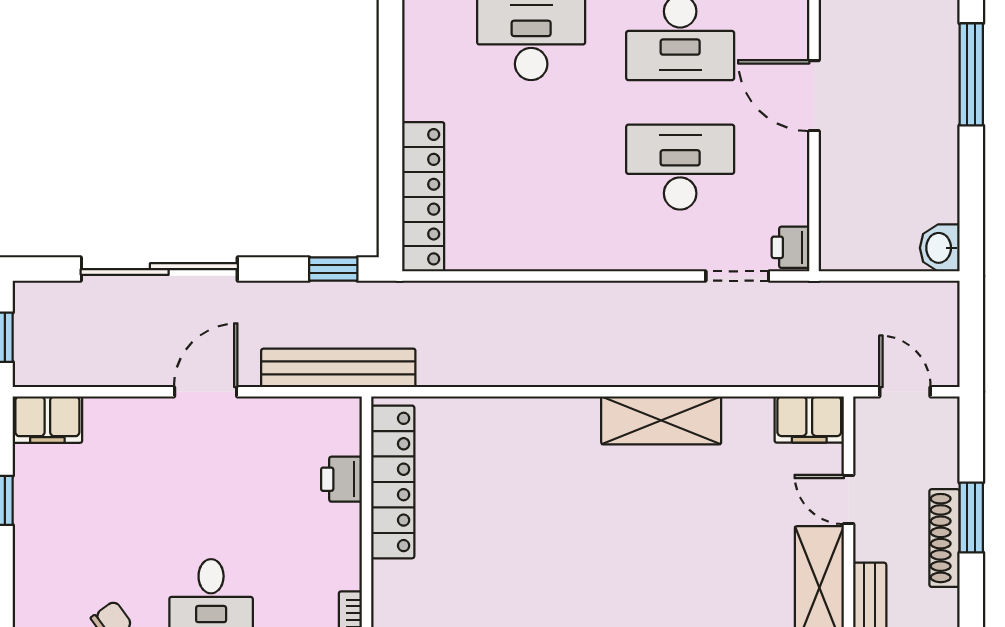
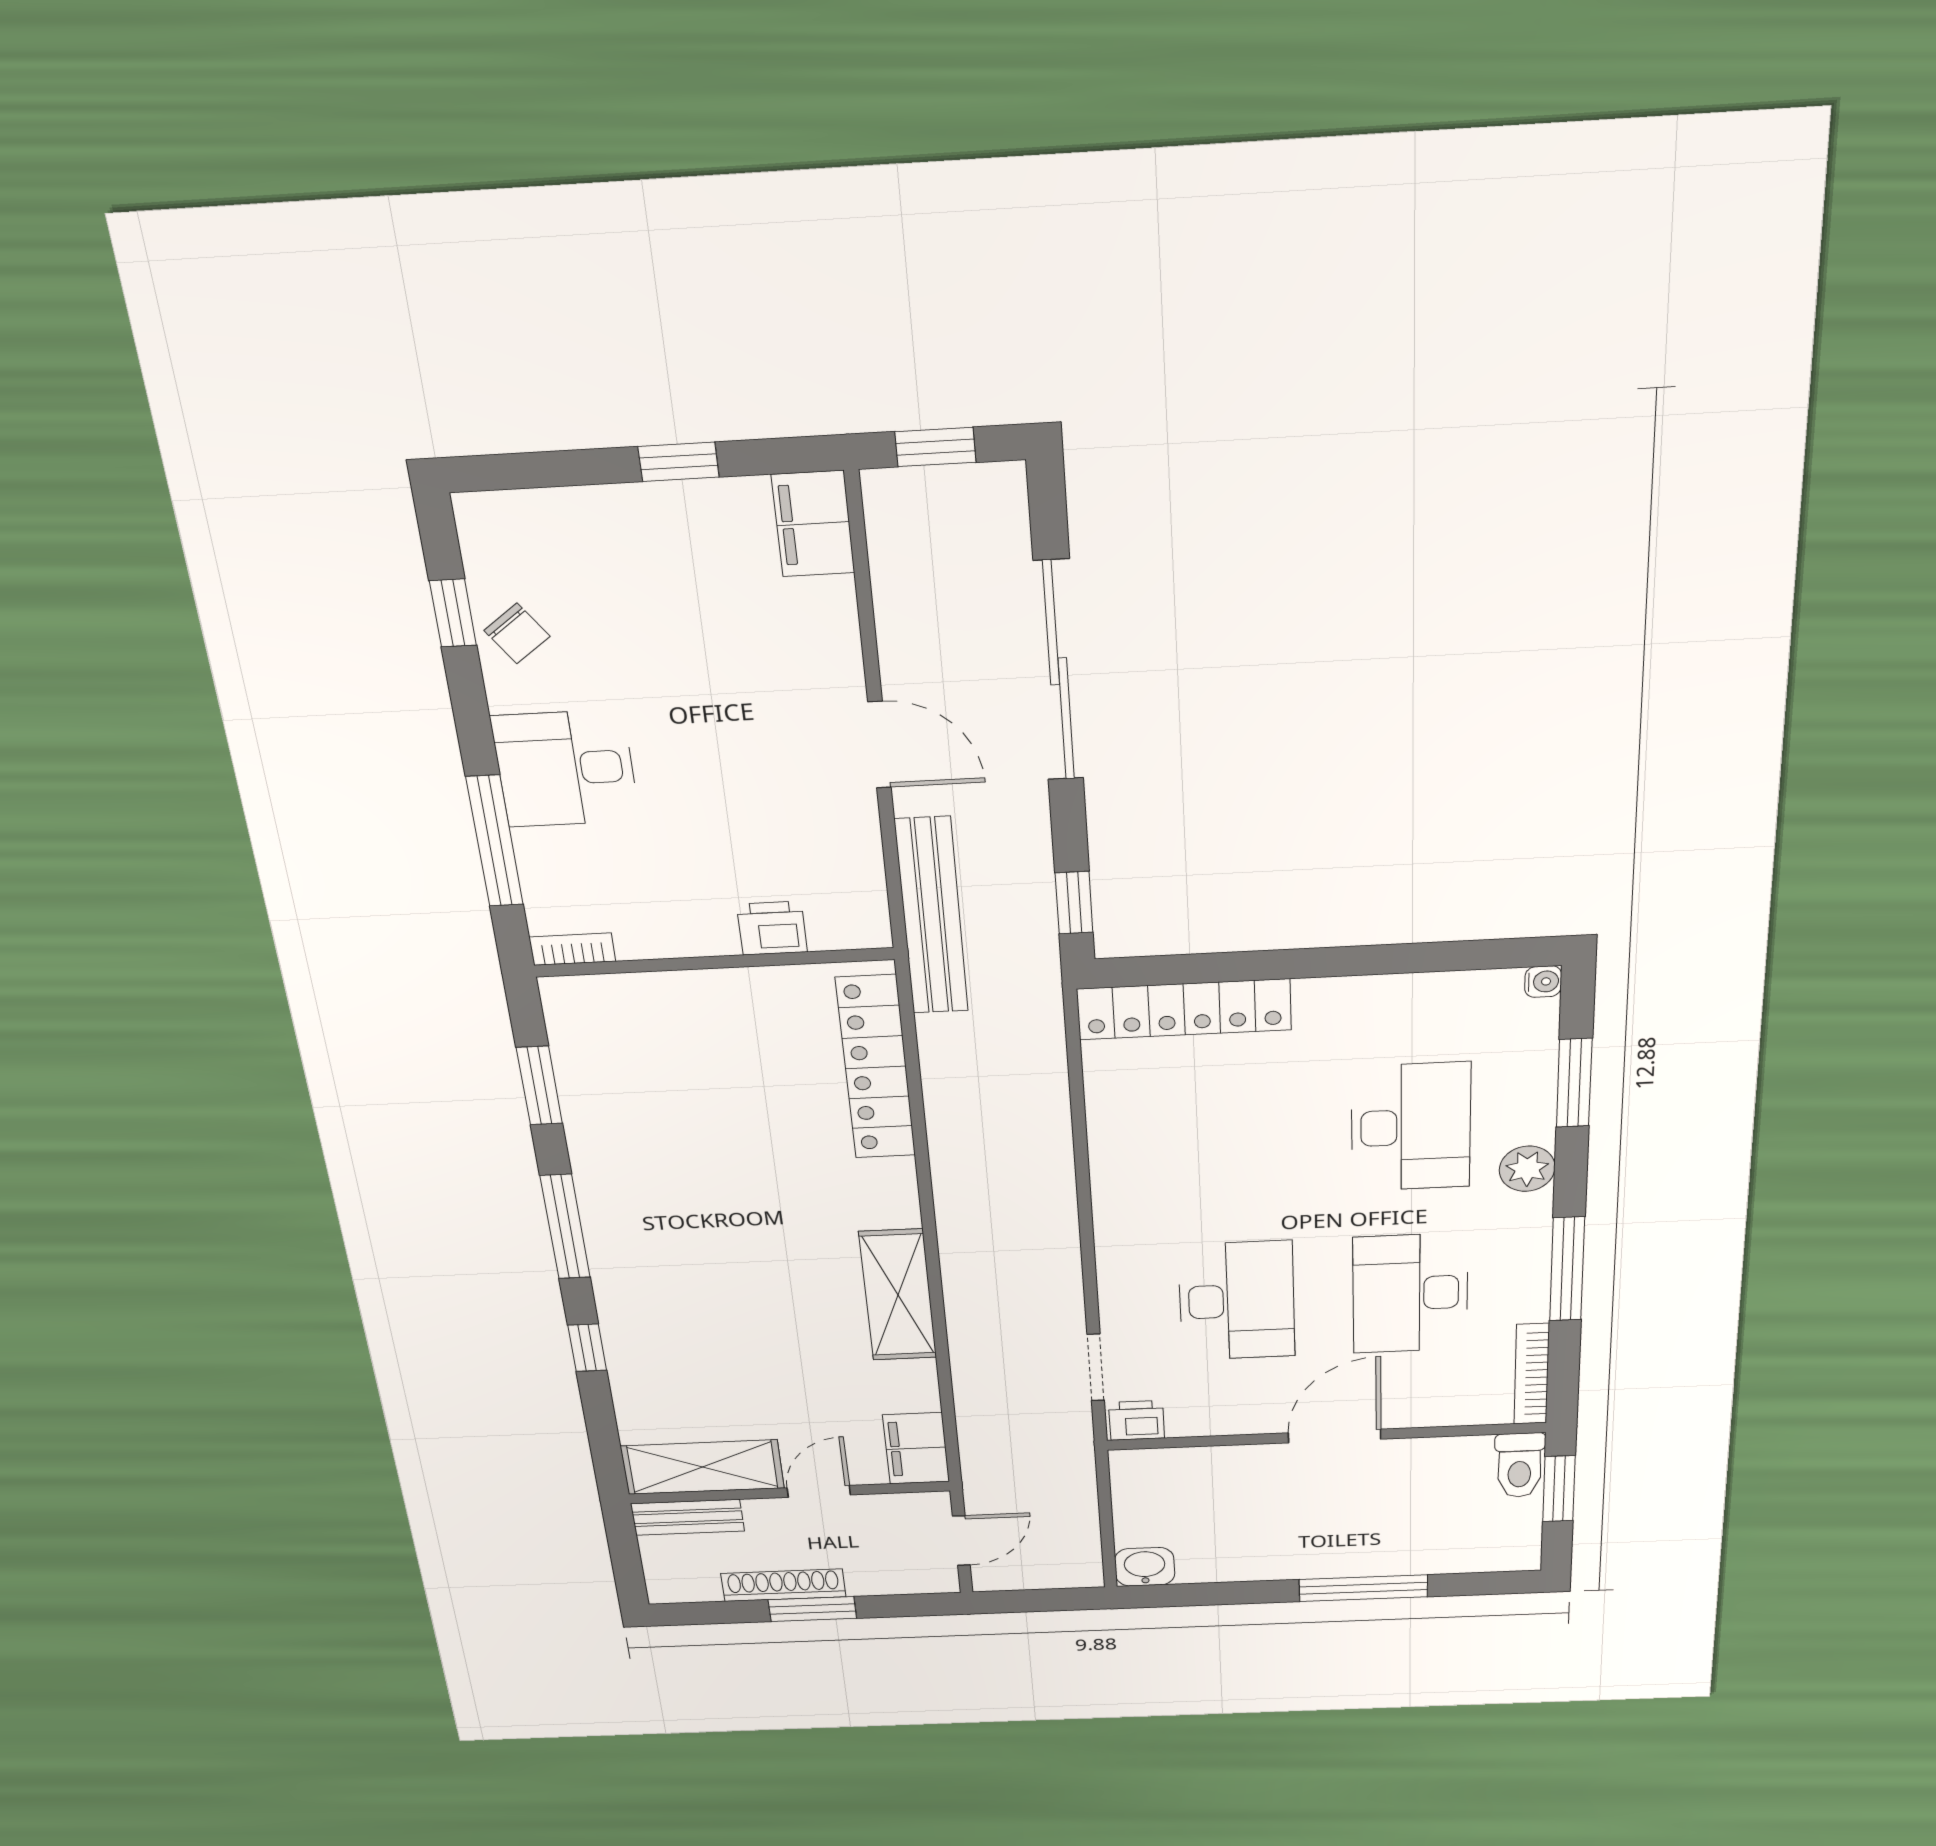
locker: (393, 482) -> (876, 1067), moved, turned 90

